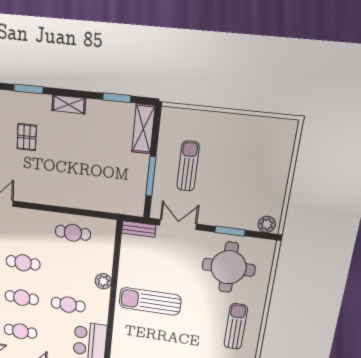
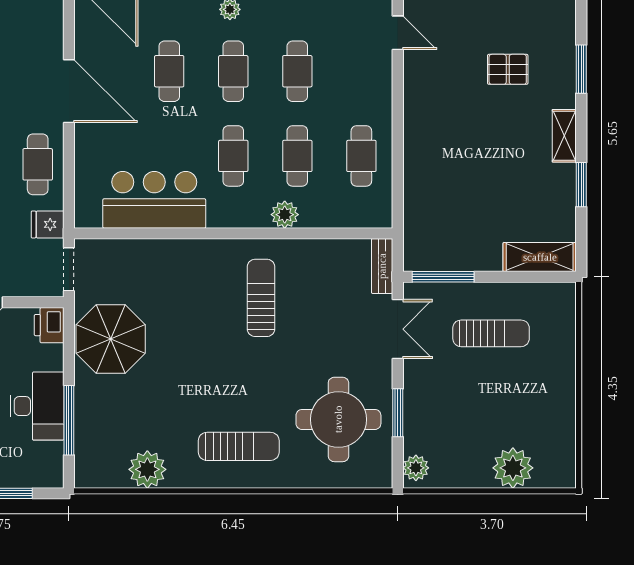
window: (117, 98) -> (581, 185), moved
plant: (278, 162) -> (513, 468), added
window: (151, 176) -> (443, 277), moved
cafe table: (70, 269) -> (297, 156), added
sun lounger: (150, 301) -> (261, 298), width x0.73, depth x0.75

